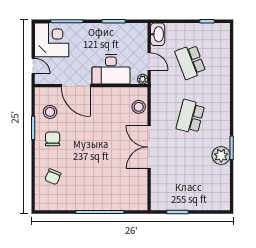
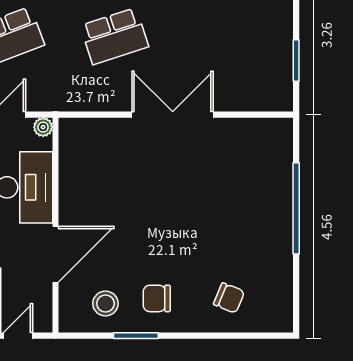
stool: (139, 107) -> (96, 135), removed
school desk: (190, 117) -> (114, 36), turned -33
double door: (149, 147) -> (173, 115), swing flipped

